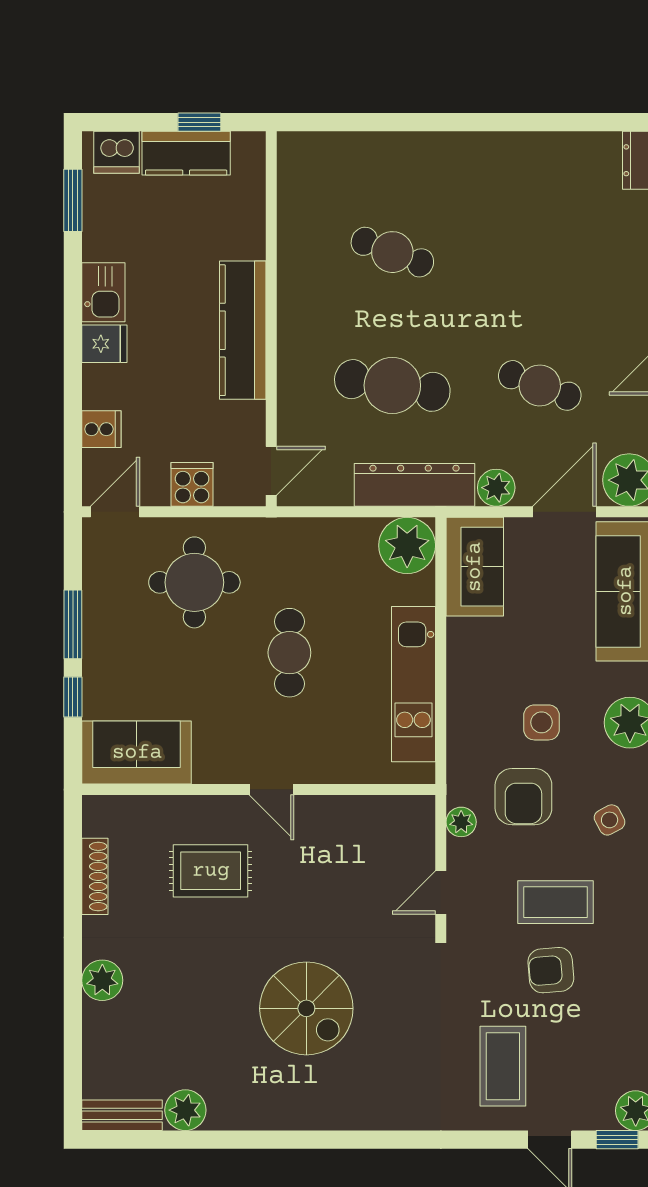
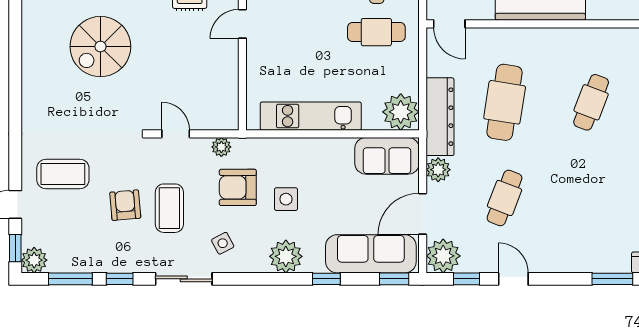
door: (564, 512) -> (423, 214), swing flipped
cafe table: (289, 653) -> (376, 32), moved

